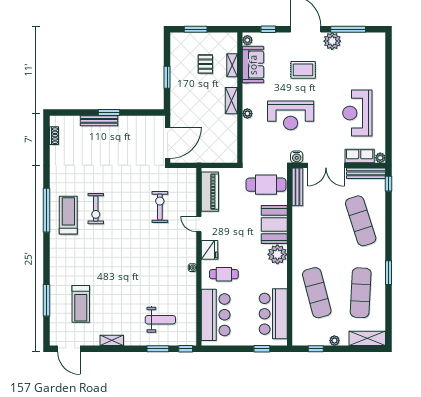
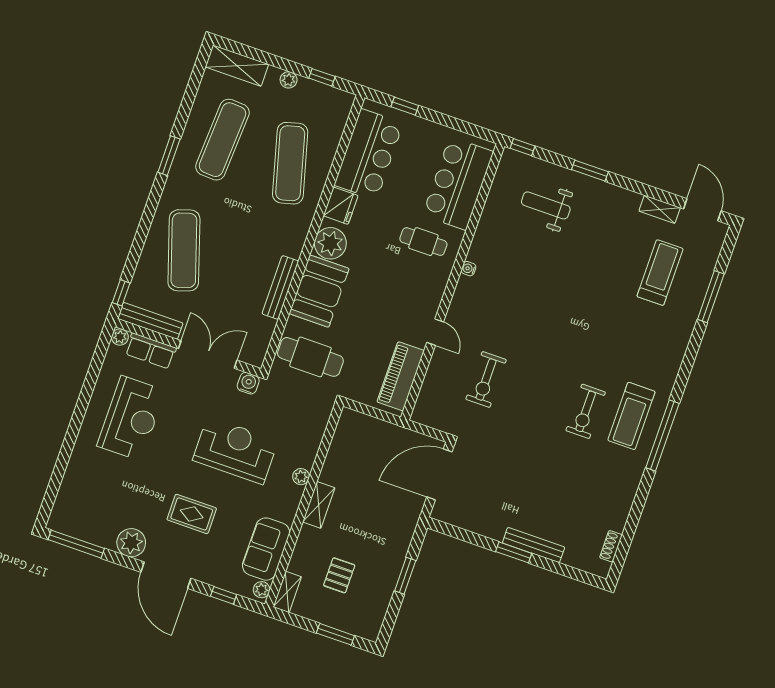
window: (348, 29) -> (76, 544), moved
shelving: (232, 65) -> (287, 592), moved
bench: (297, 187) -> (280, 287), moved
exercise bike: (96, 209) -> (586, 411), turned 180
fridge: (209, 250) -> (341, 206), moved, turned 180
shelving: (112, 340) -> (660, 209), moved
window: (158, 349) -> (590, 171), moved

